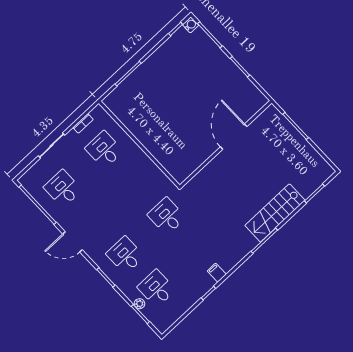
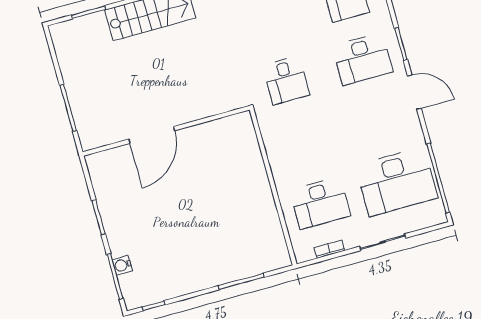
water cooler: (191, 25) -> (122, 265), moved
desk: (104, 150) -> (320, 203), width x1.37
desk: (63, 189) -> (397, 182), width x1.87, depth x1.30
door: (73, 242) -> (414, 92), moved
desk: (125, 255) -> (363, 59), width x1.37

